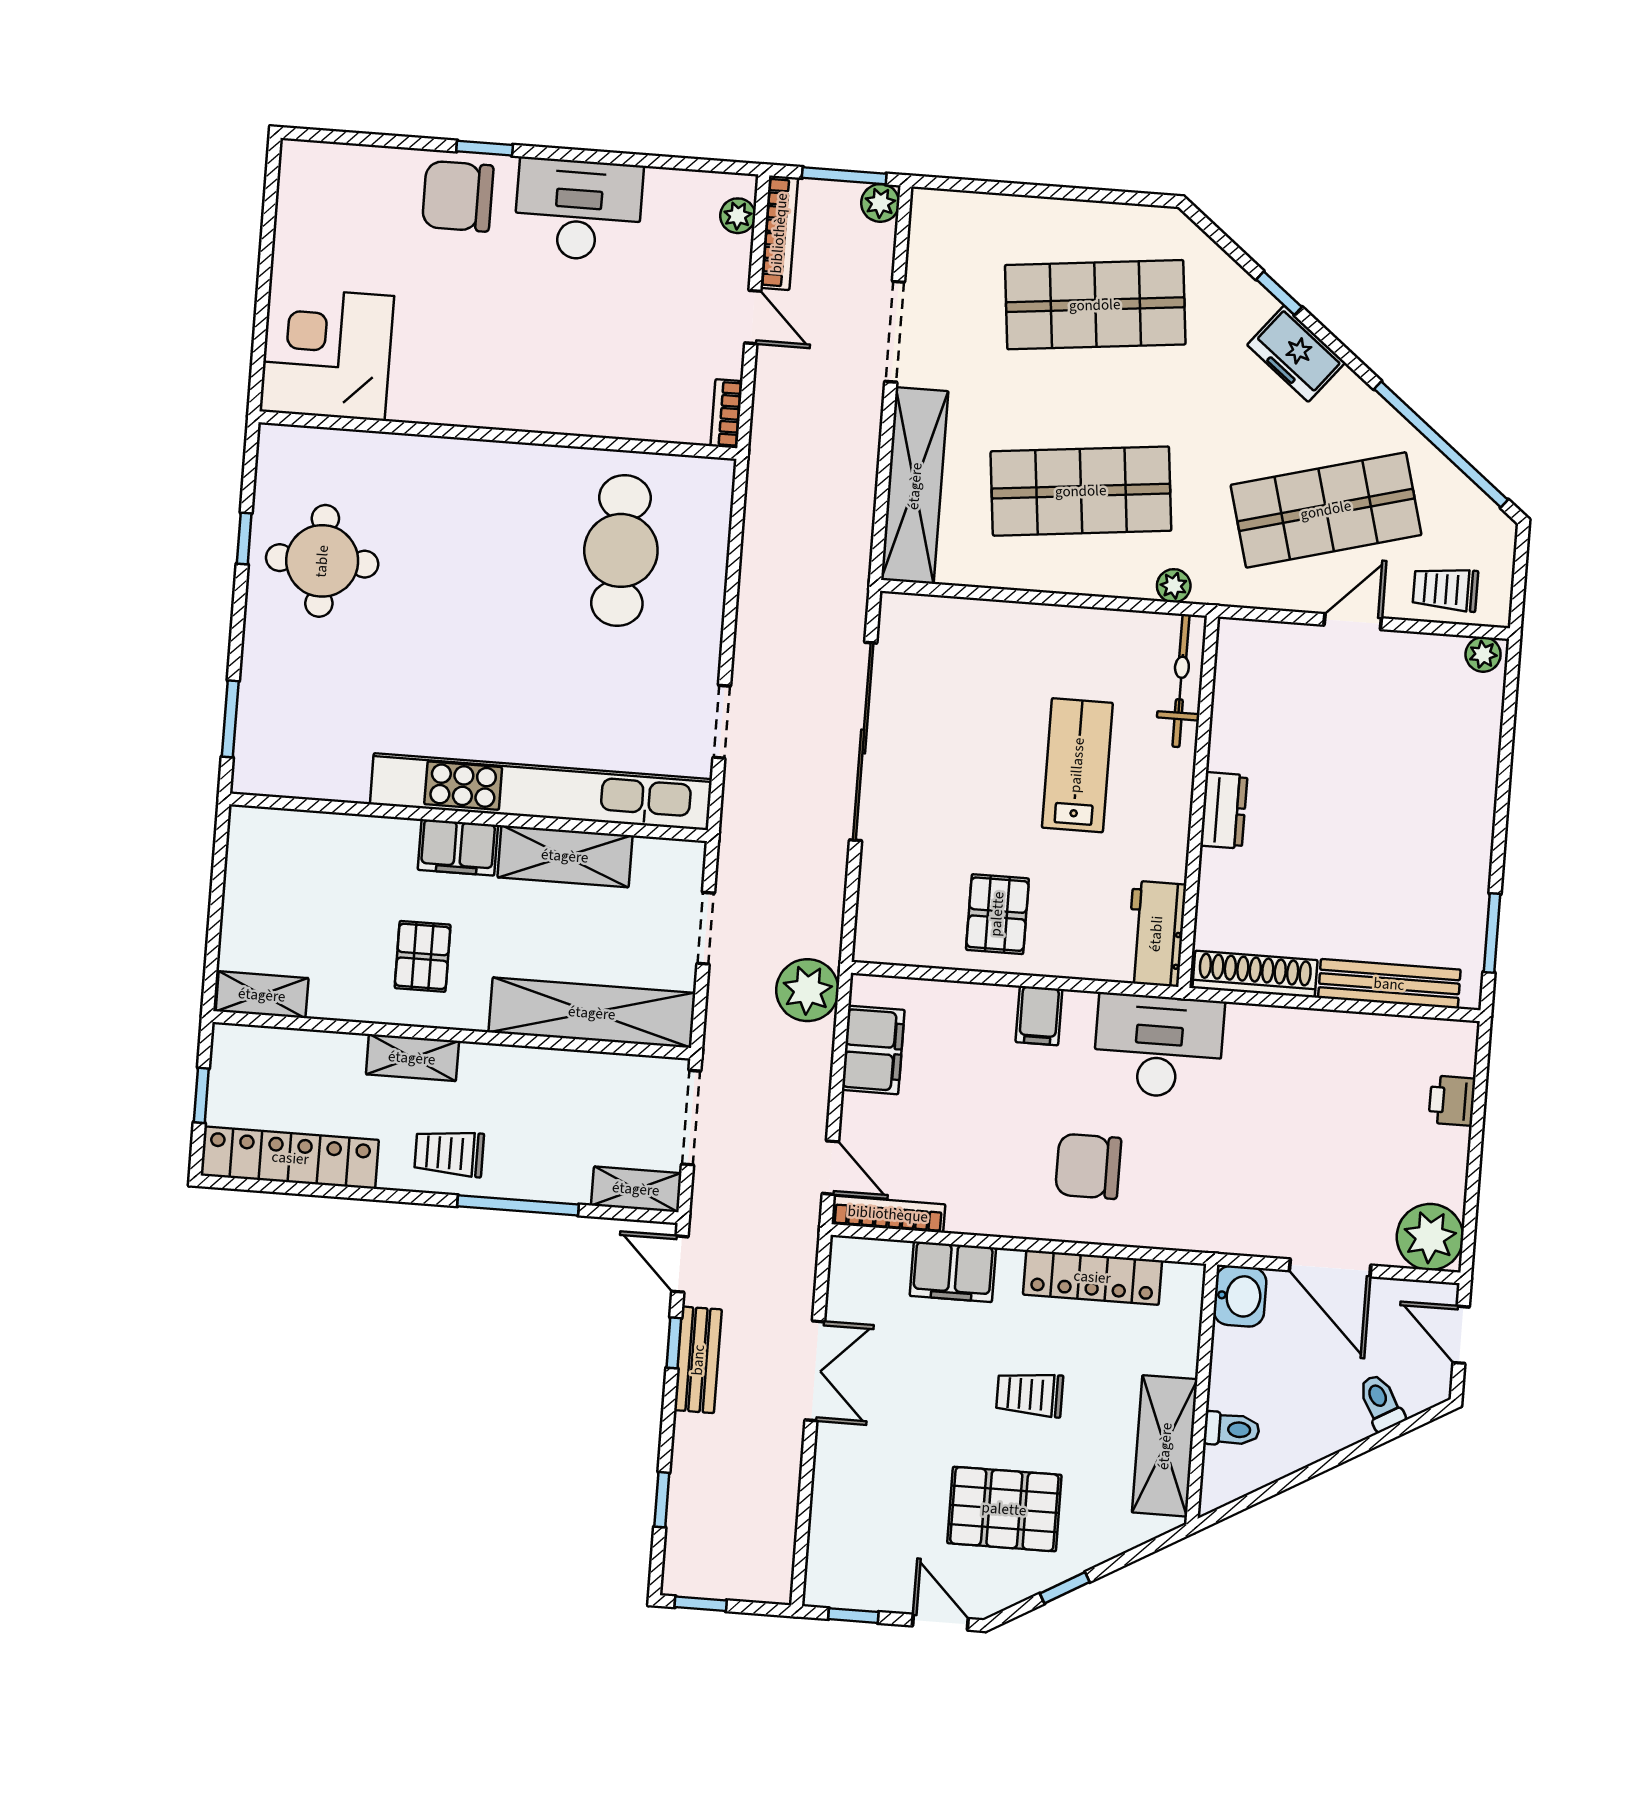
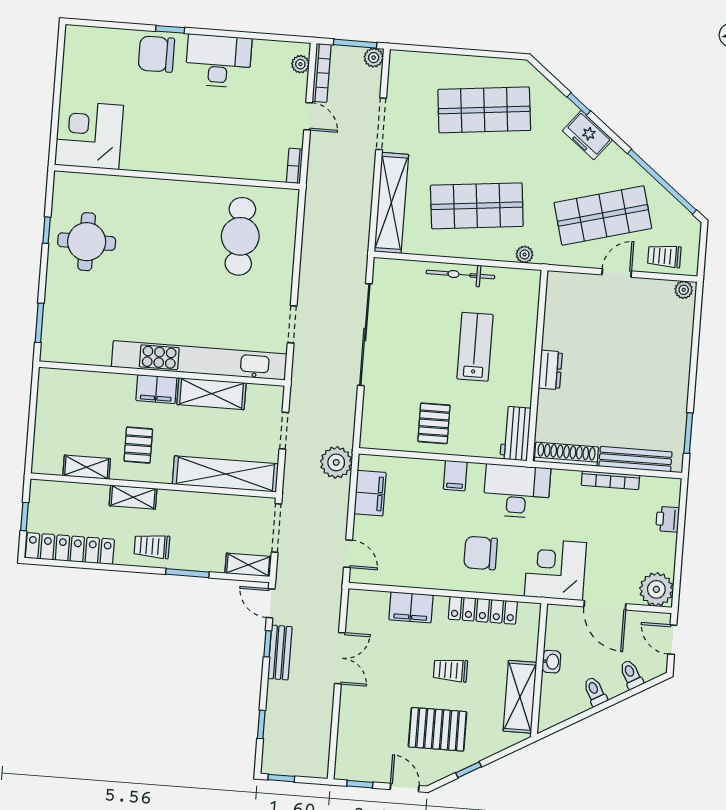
bicycle: (1181, 681) -> (460, 275), moved, turned -90
shelving: (262, 995) -> (87, 467), moved
corner desk: (1234, 1198) -> (555, 569), added
window: (518, 1205) -> (187, 573), width x0.69
bookcase: (888, 1214) -> (610, 480), moved, turned 180
washbasin: (1240, 1296) -> (551, 662), moved, width x0.72, depth x0.69
toilet: (1232, 1429) -> (595, 691), moved, turned -120

